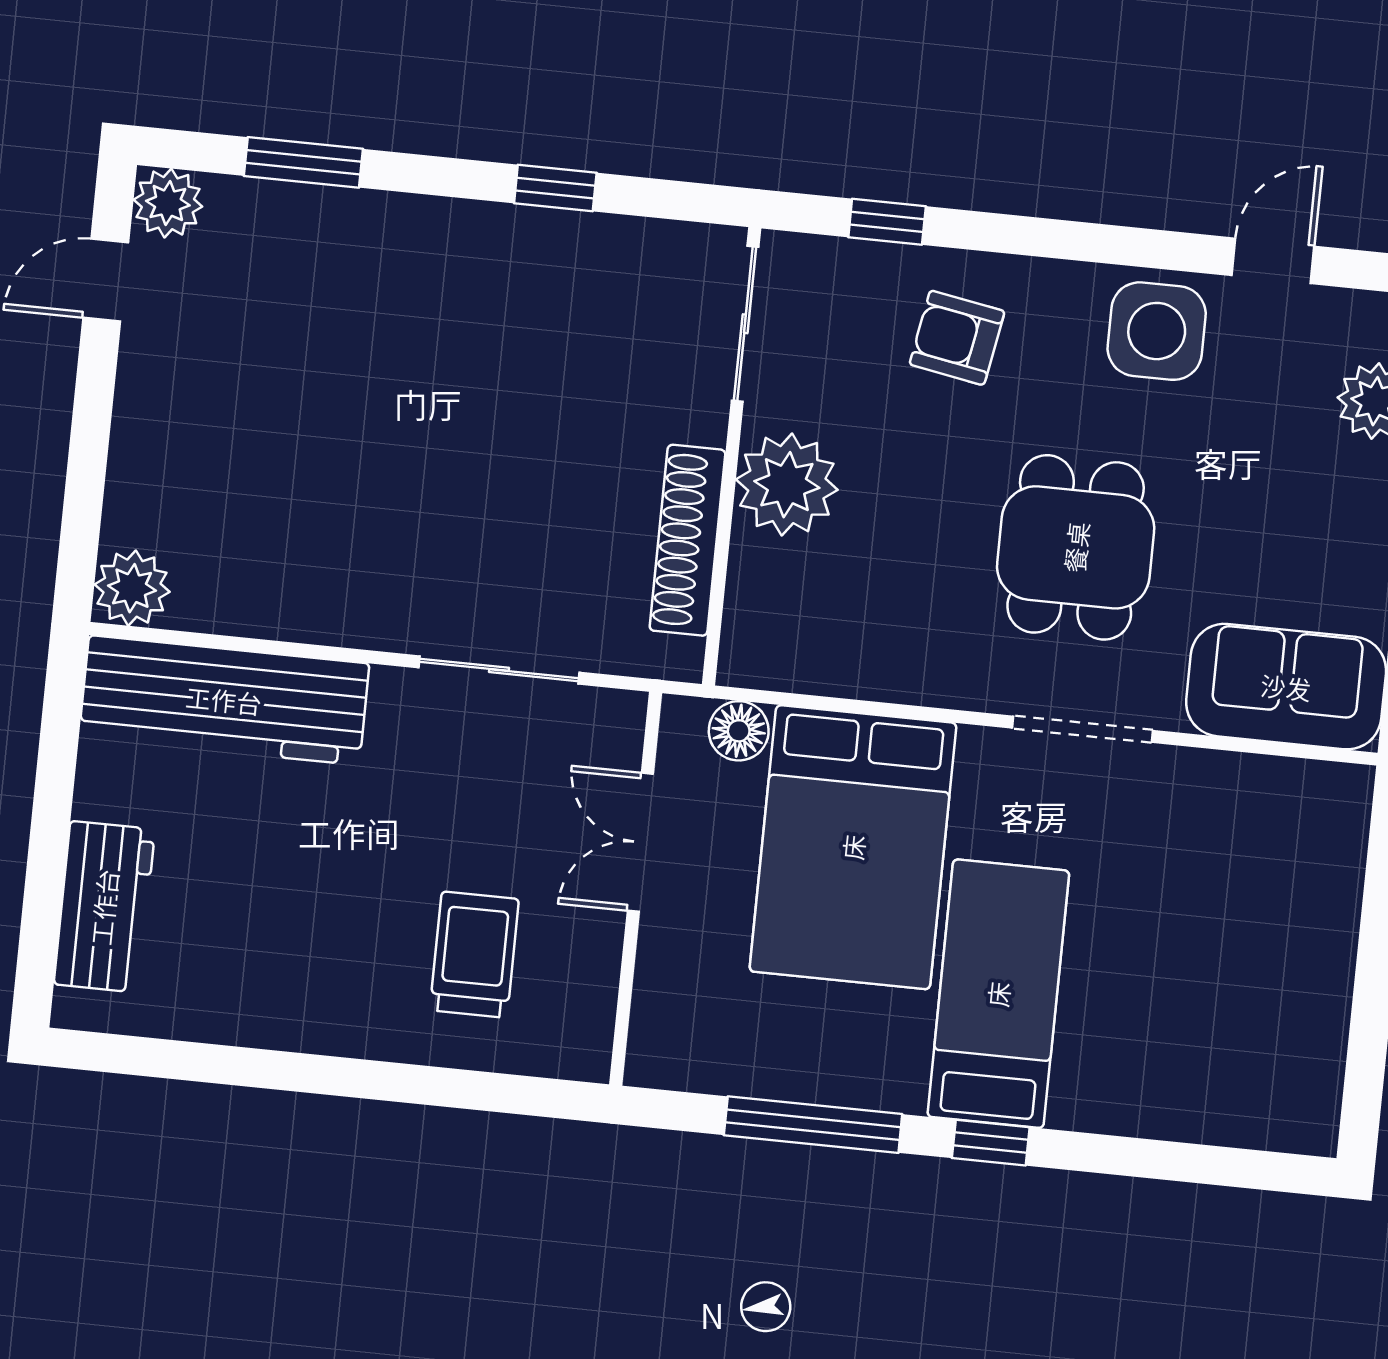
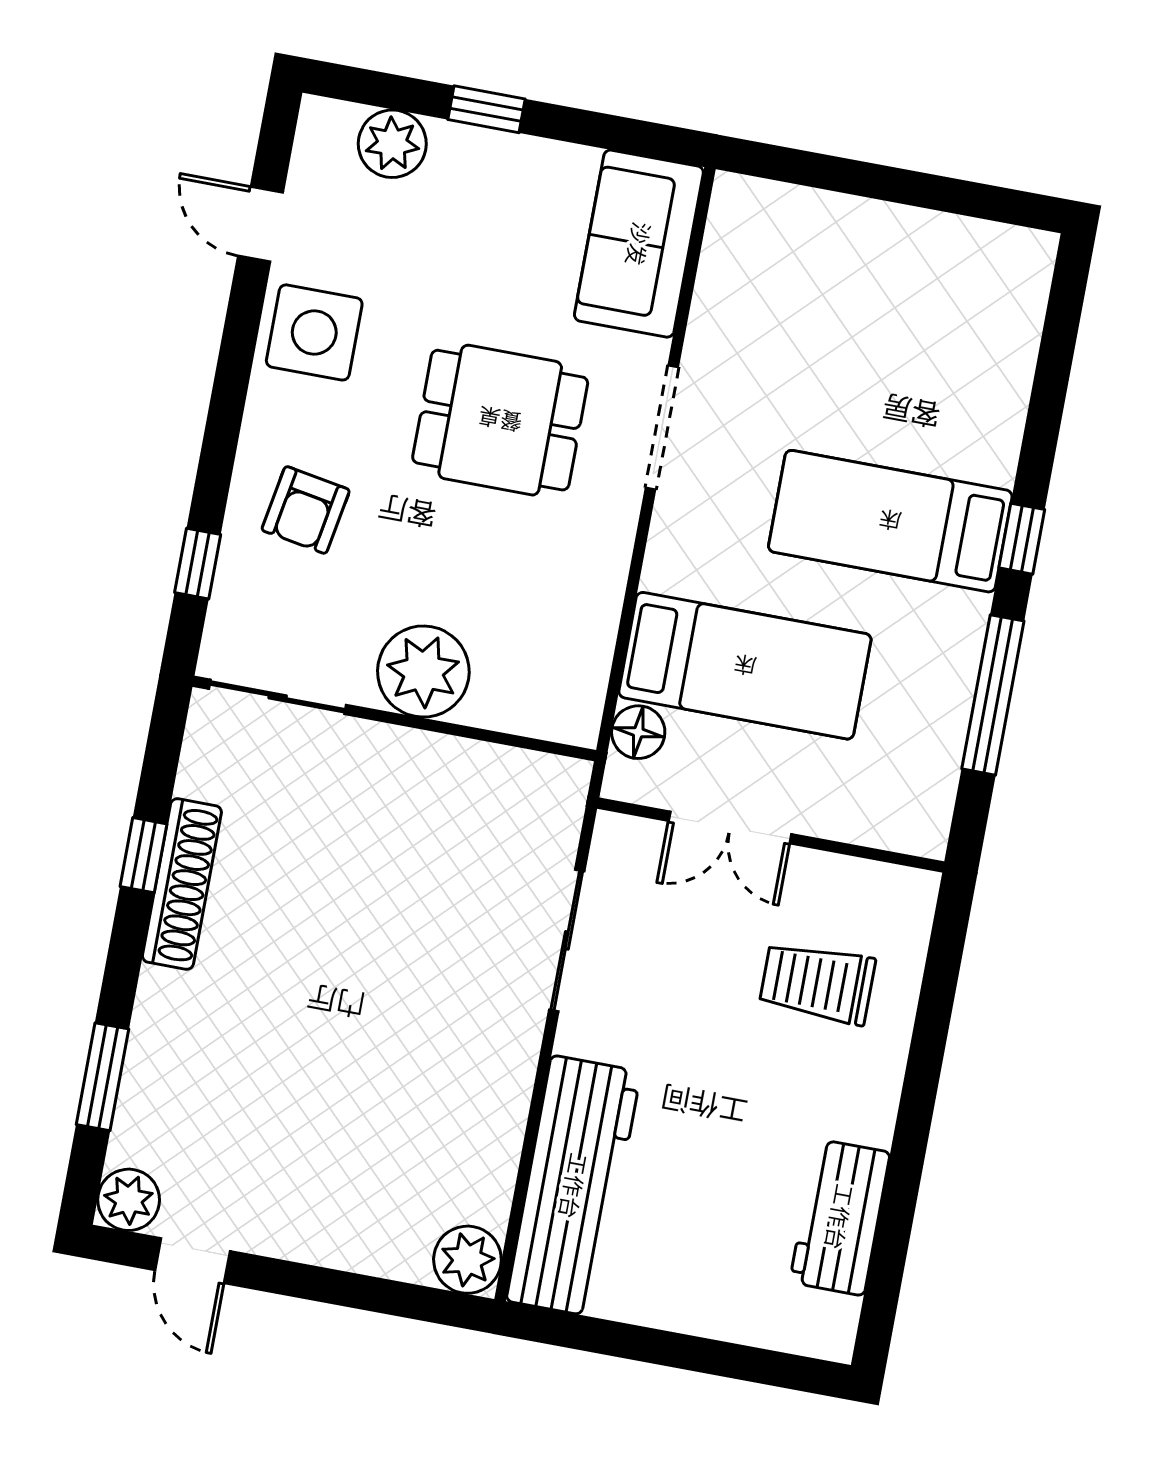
shoe rack: (688, 540) -> (182, 884), moved, turned -90
bed: (853, 847) -> (745, 666), width x0.67
workbench: (104, 907) -> (840, 1217), moved, turned -90

